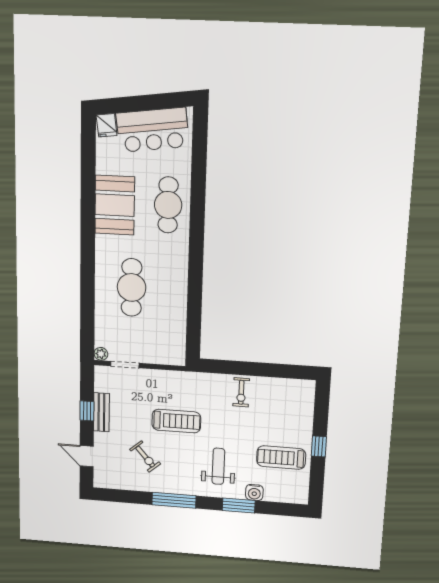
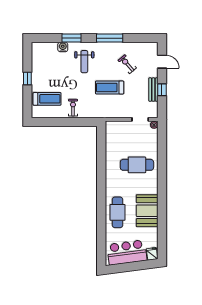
cafe table: (132, 287) -> (137, 165), turned 90
treadmill: (281, 458) -> (47, 99), moved

